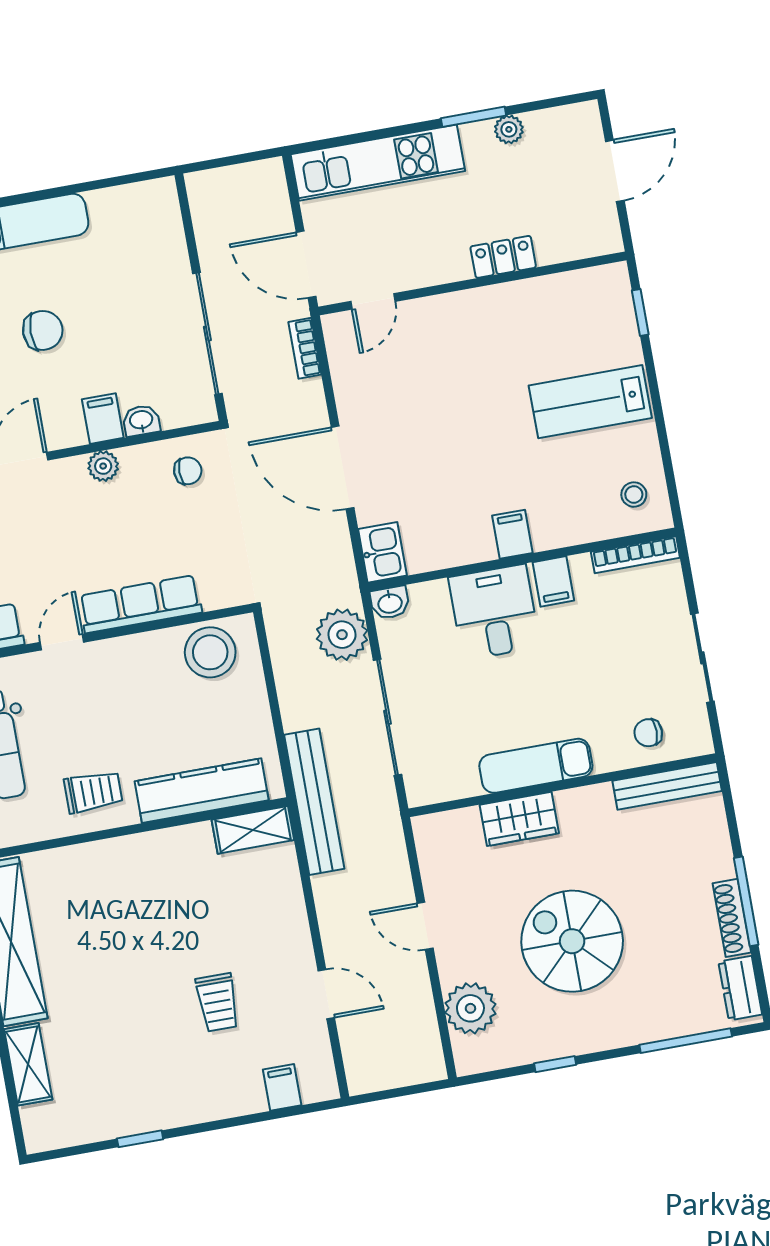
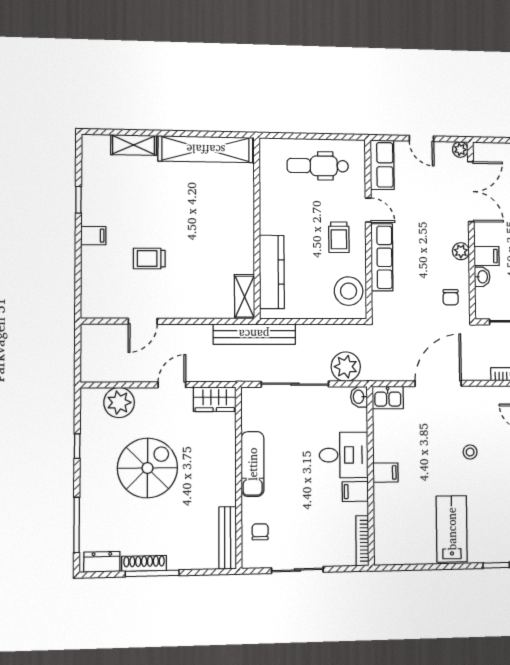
stool: (634, 495) -> (470, 452), moved
trolley: (93, 792) -> (339, 237), moved
wardrobe: (519, 819) -> (215, 399), moved, turned -90
filing cabinet: (282, 1087) -> (93, 236), moved

